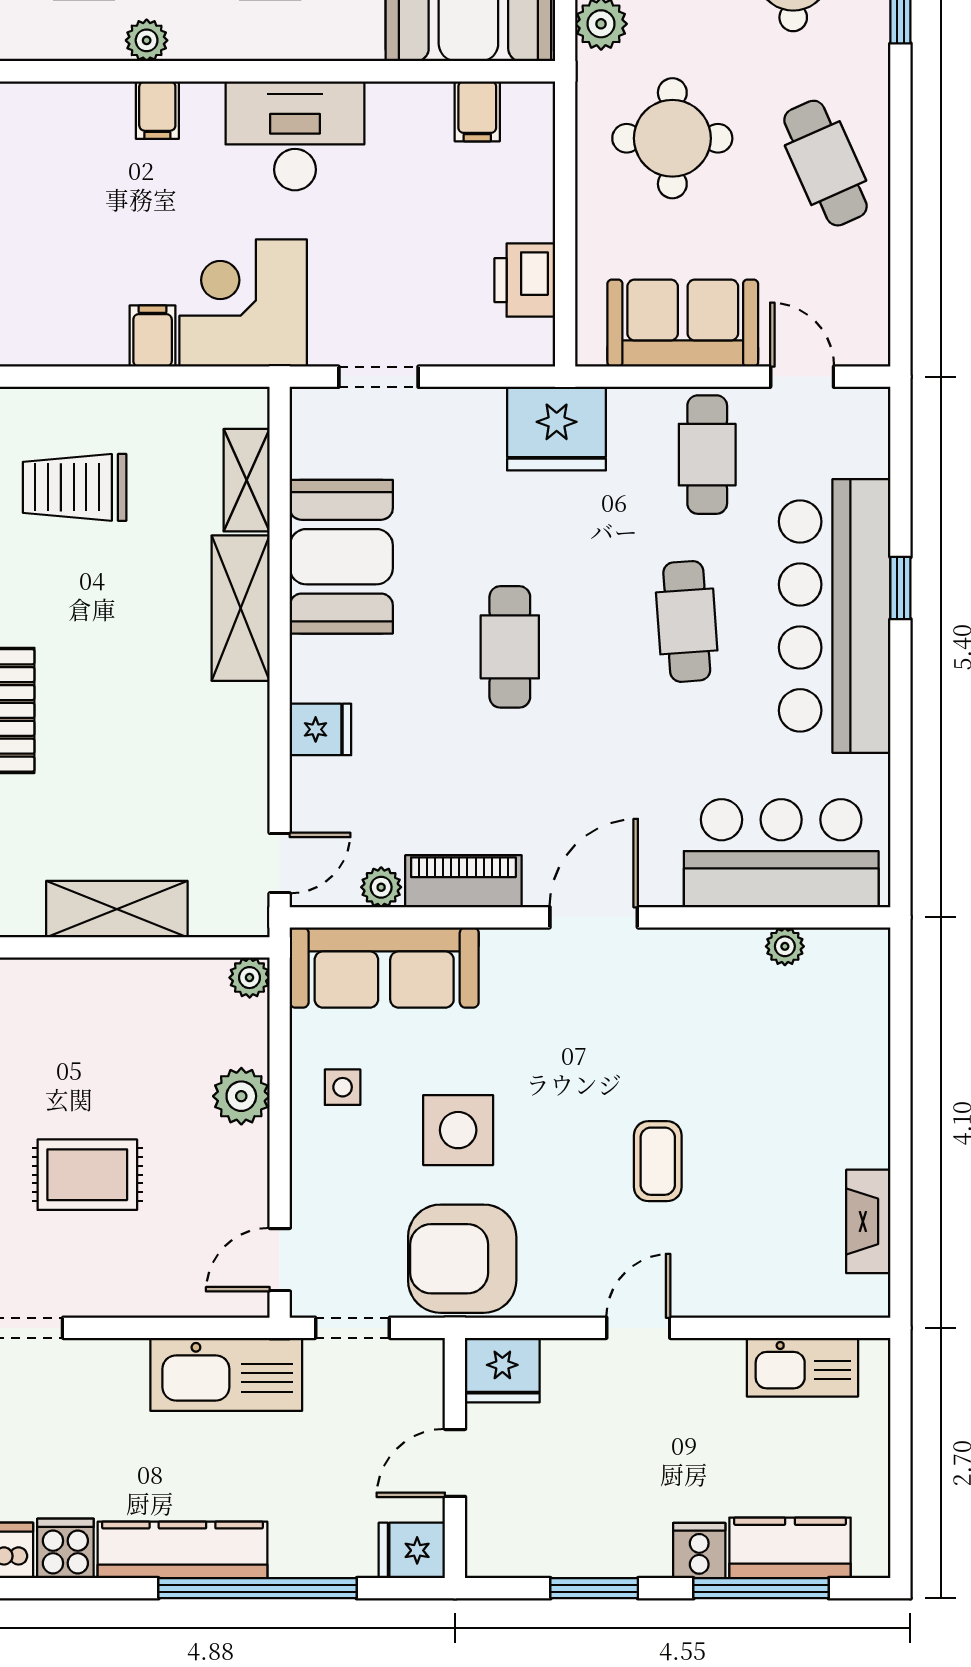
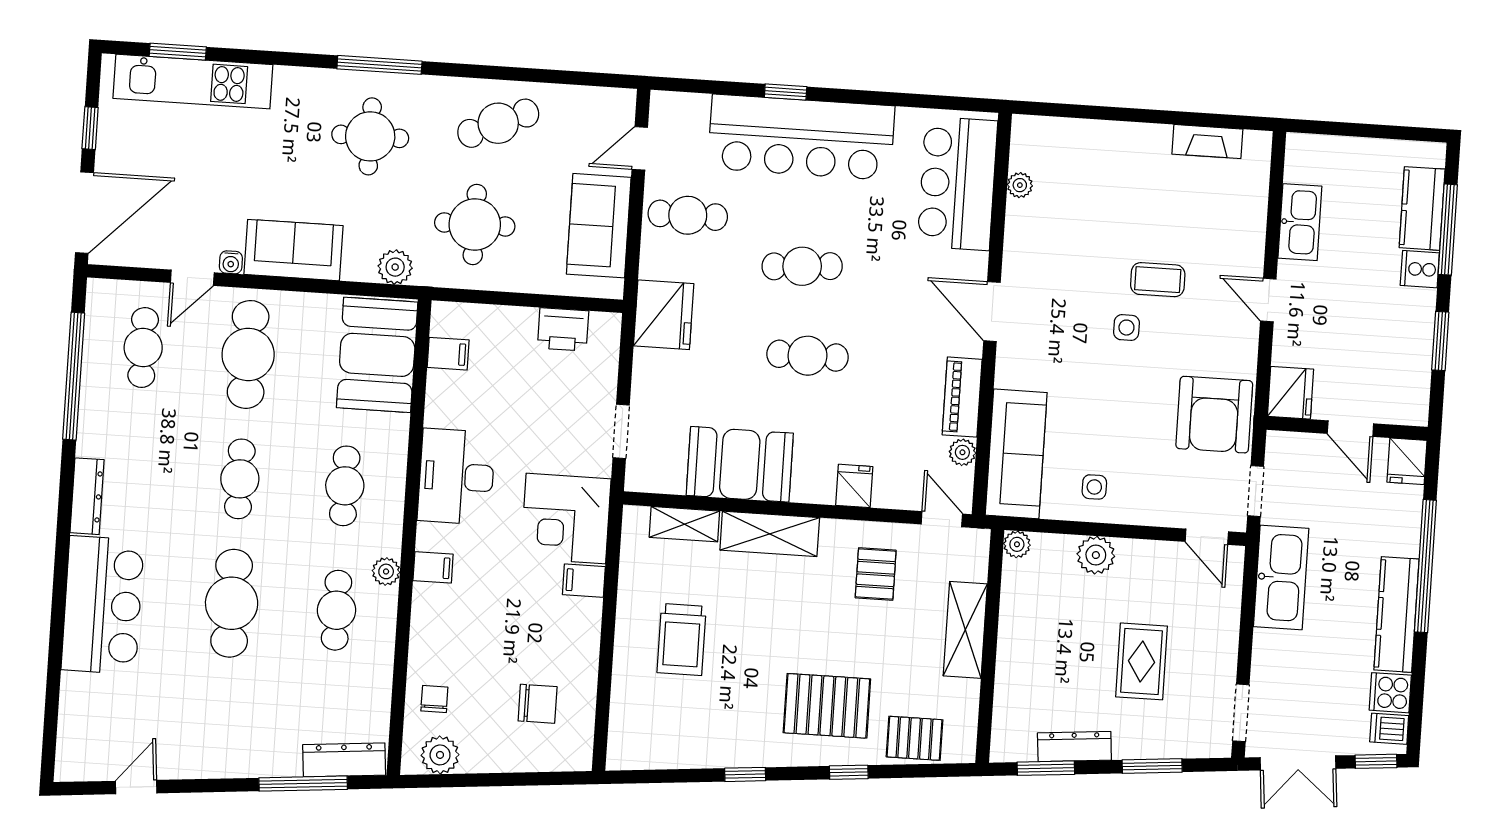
cafe table: (687, 621) -> (802, 266), moved
pallet: (191, 770) -> (876, 574), added
side table: (458, 1130) -> (1126, 328), moved, width x0.54, depth x0.54
kitchen sink: (802, 1367) -> (1300, 222), moved

